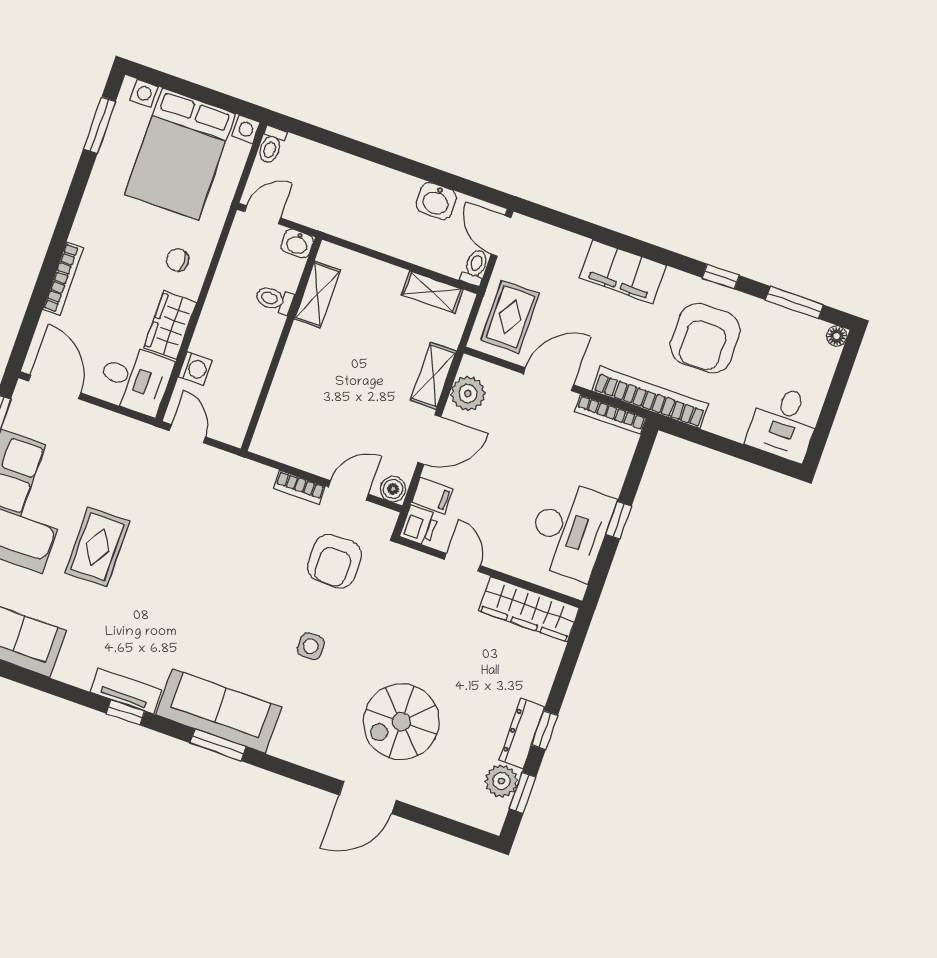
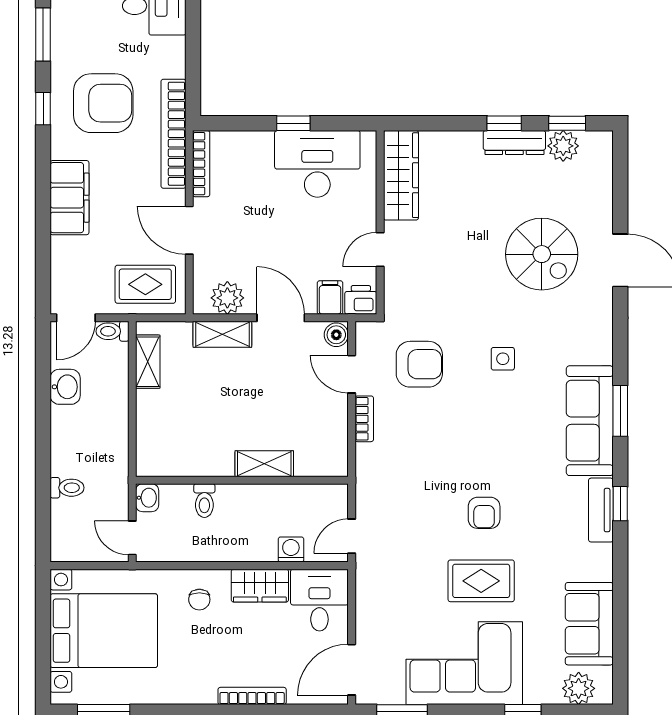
toilet: (271, 145) -> (67, 488), moved
shelving: (317, 294) -> (264, 464), moved
armchair: (164, 574) -> (484, 513), added

